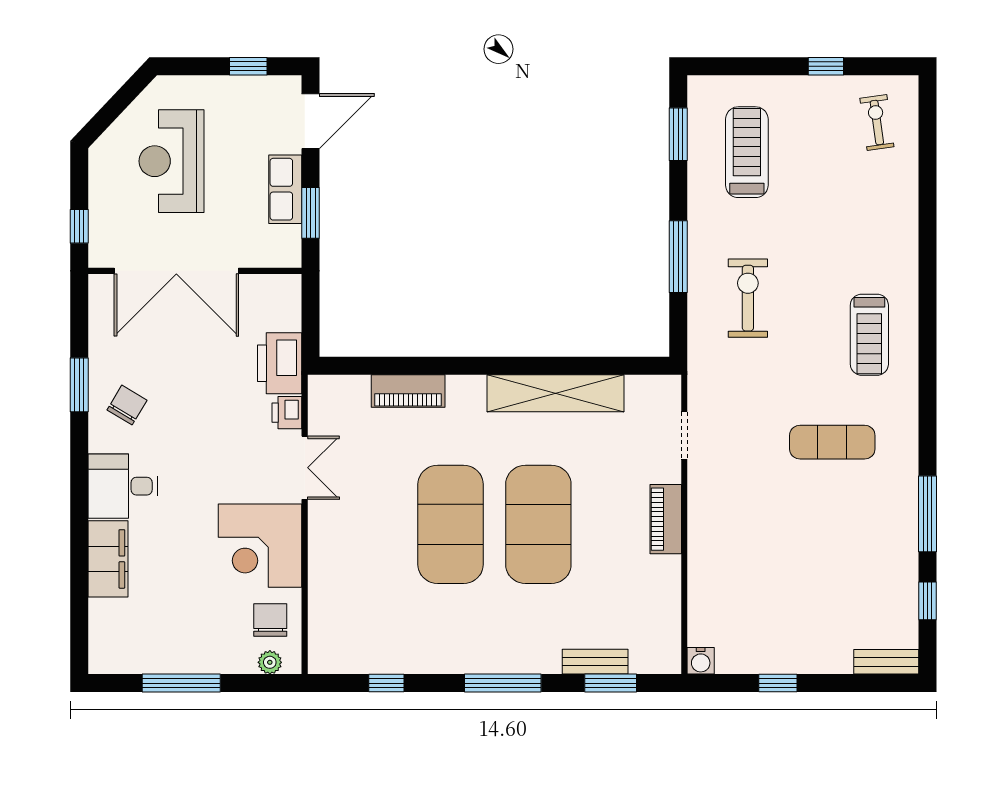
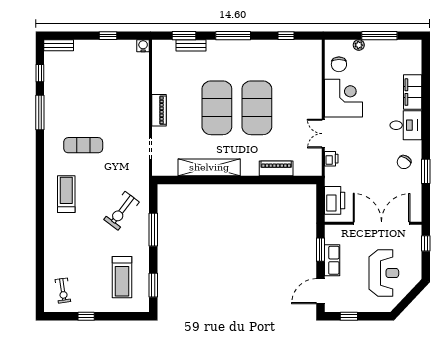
exercise bike: (748, 298) -> (122, 211), turned 37
printer: (280, 363) -> (335, 200), moved
plant: (270, 662) -> (359, 45), moved

